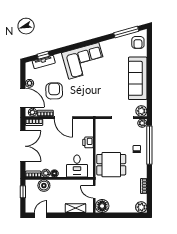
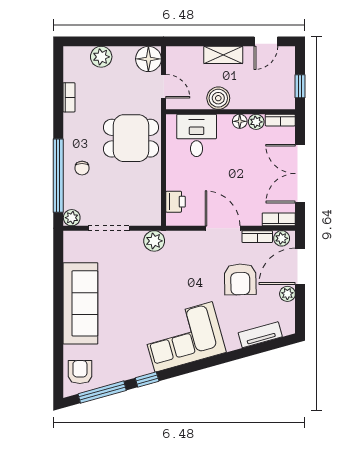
window: (43, 55) -> (147, 380), moved
door: (23, 98) -> (300, 266), hinge flipped
plant: (141, 111) -> (154, 241), moved
printer: (88, 142) -> (176, 202), moved
boiler: (44, 186) -> (218, 98), moved
plant: (141, 207) -> (101, 57), moved
shelving: (75, 208) -> (223, 55), moved

